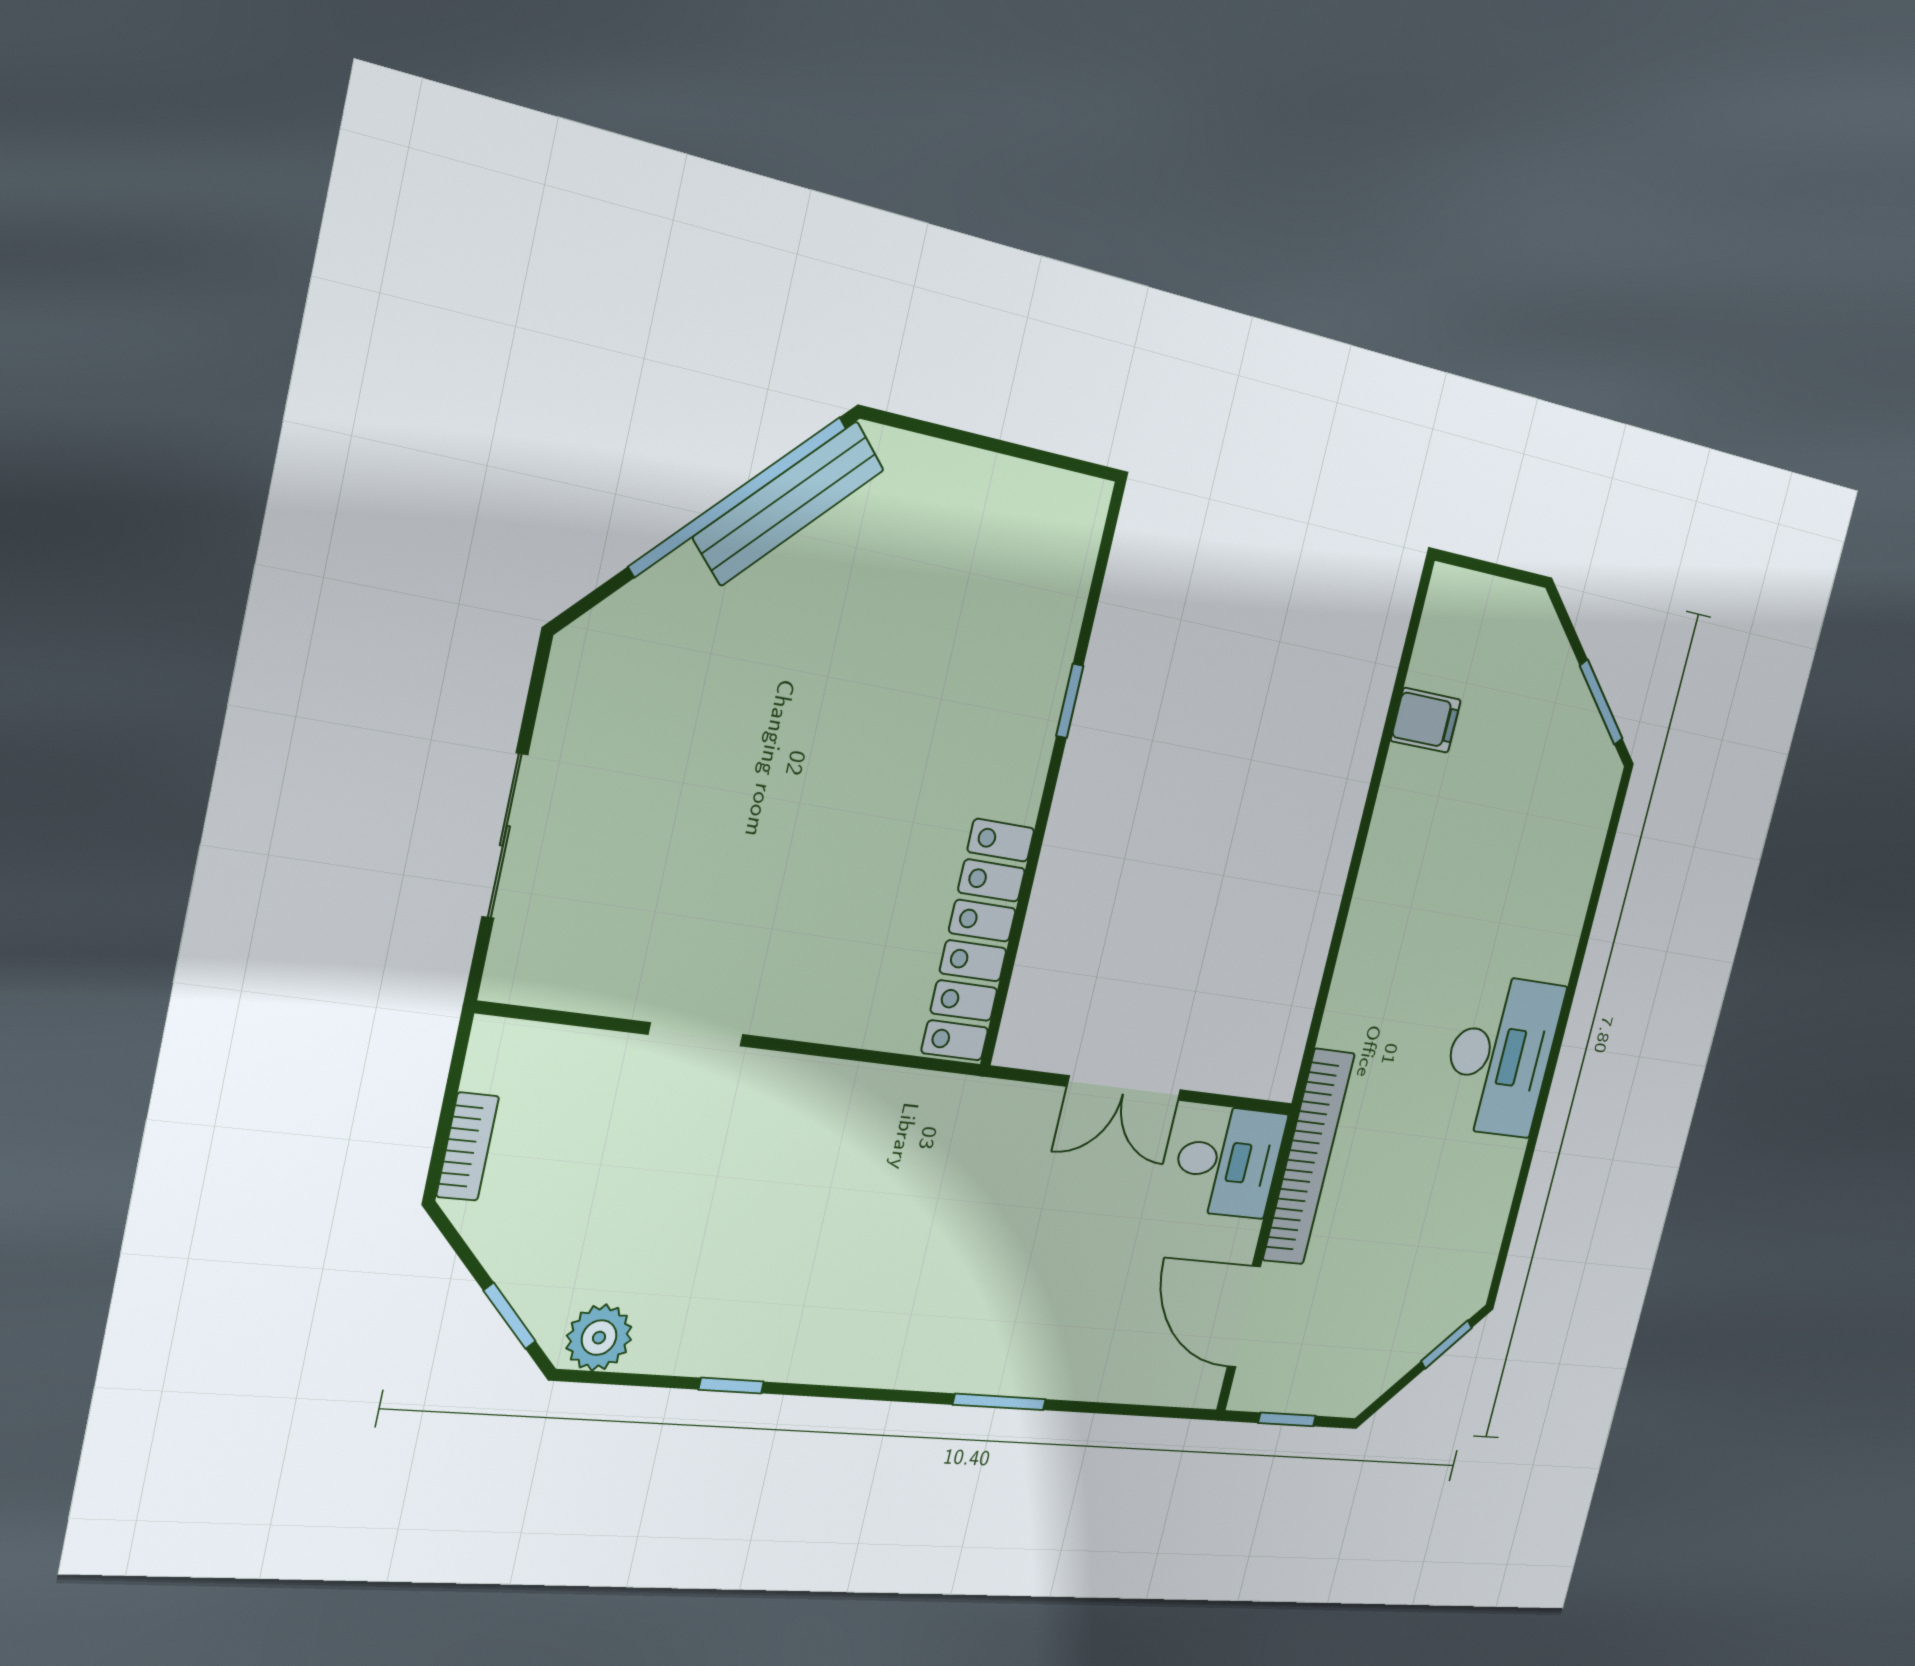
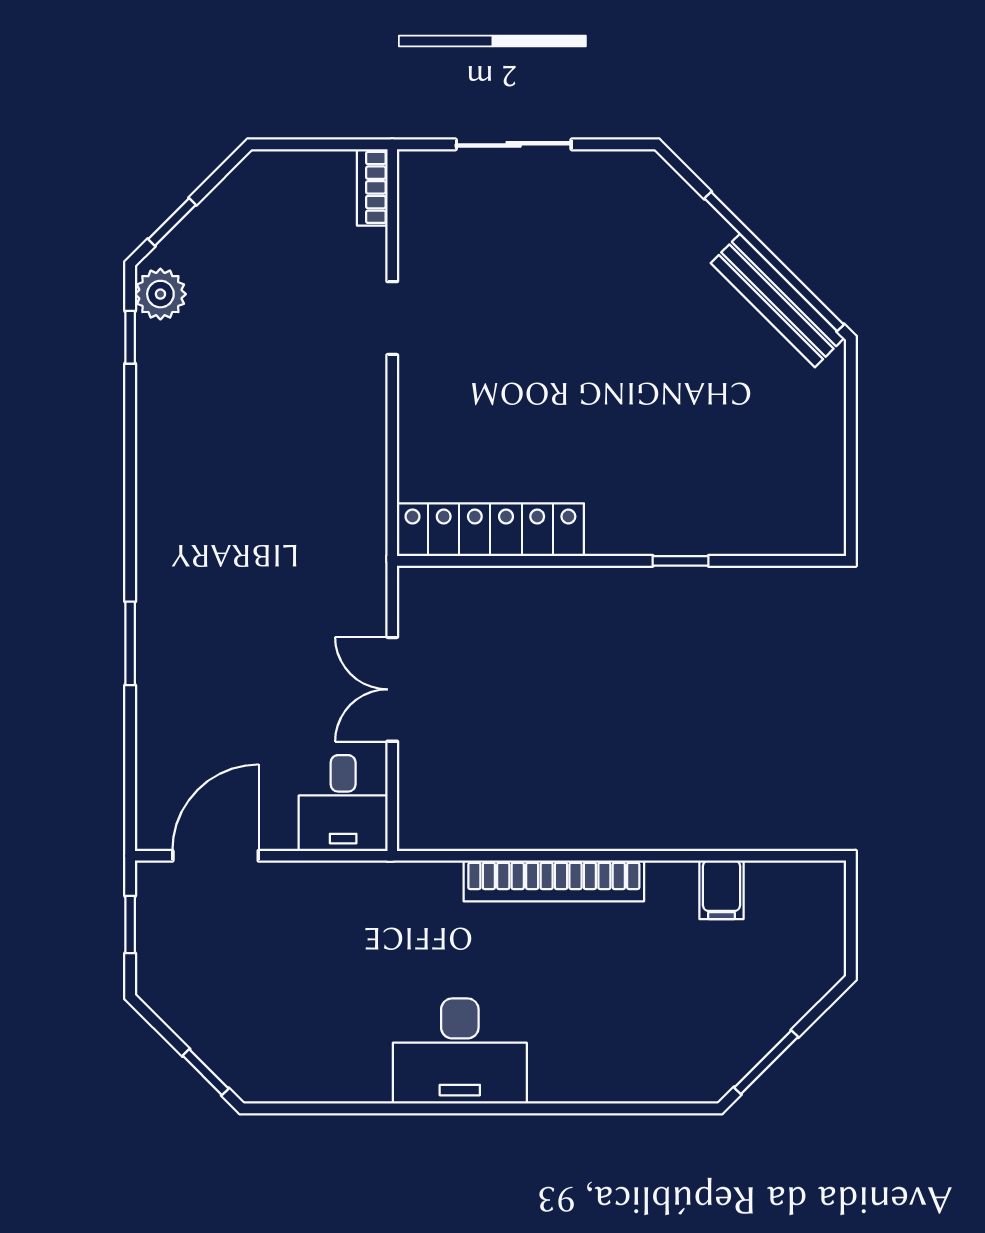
bookcase: (468, 1147) -> (372, 187), moved, turned 90
bookcase: (1309, 1157) -> (554, 881), moved
window: (731, 1386) -> (130, 337), moved

